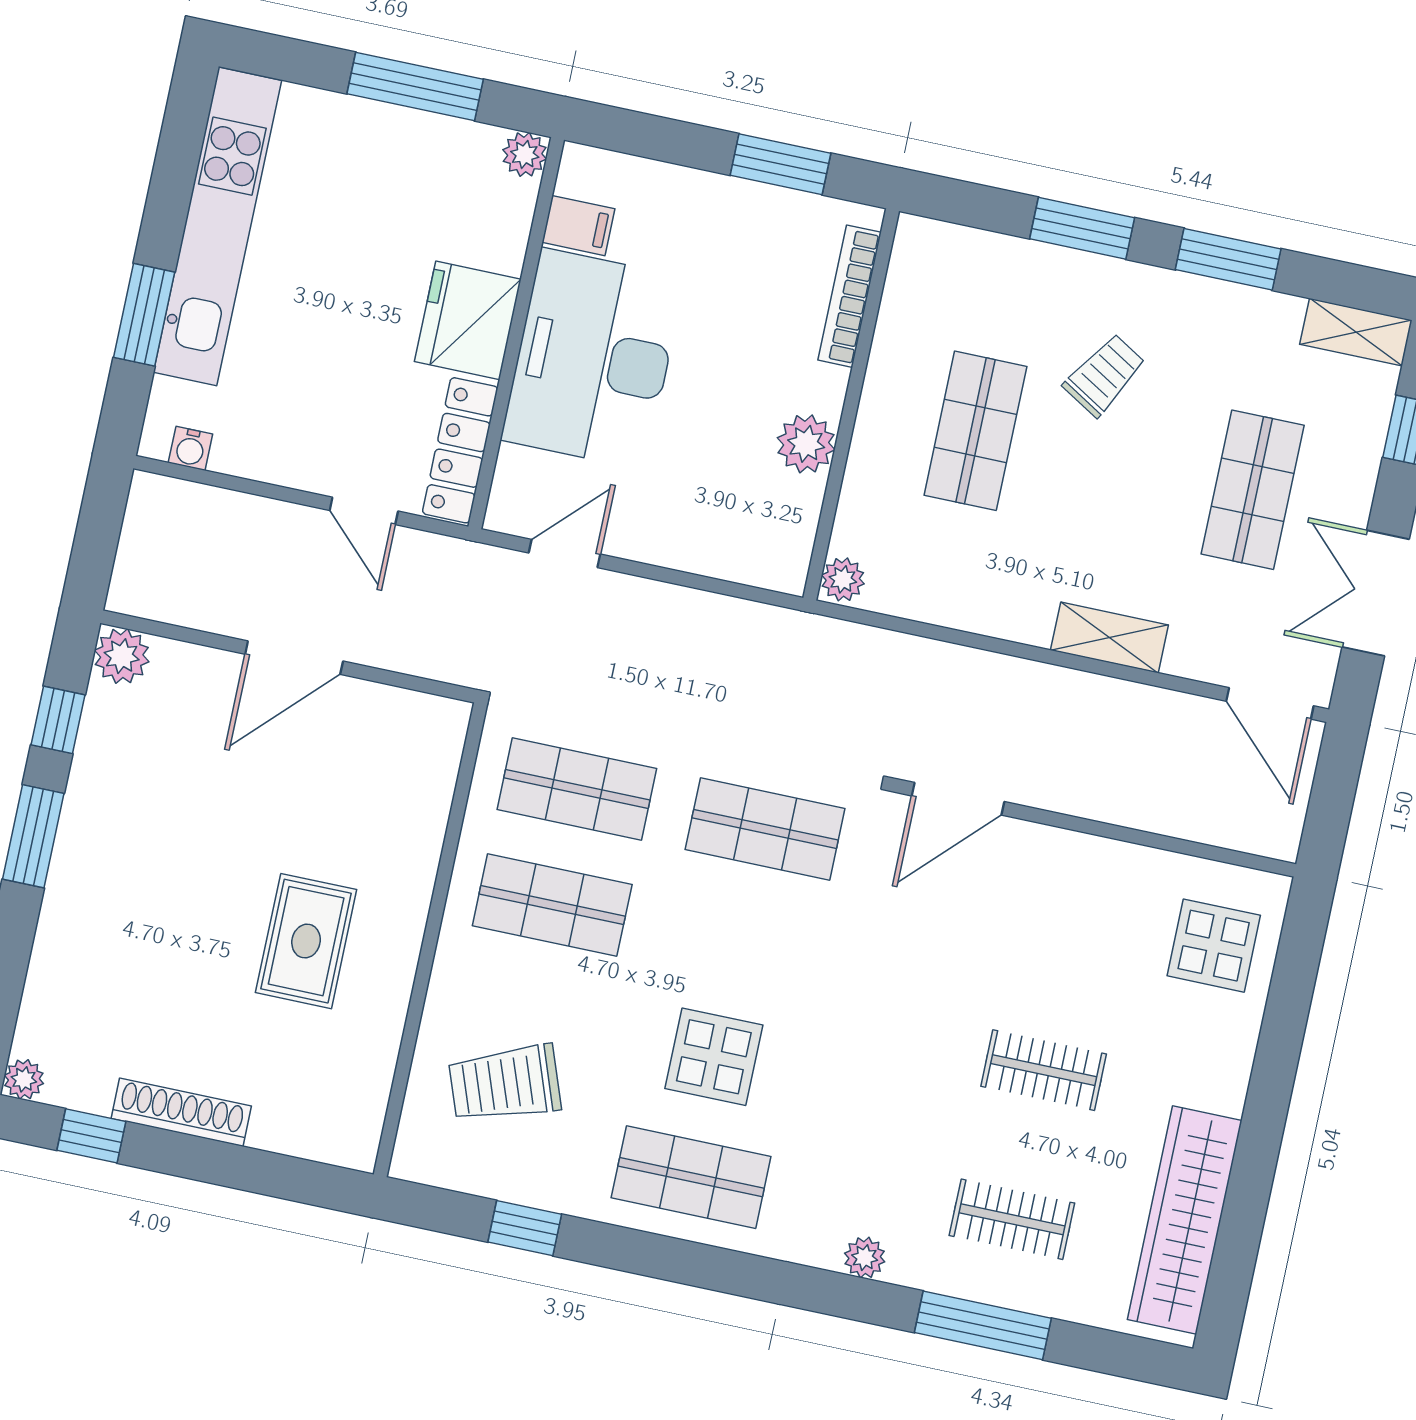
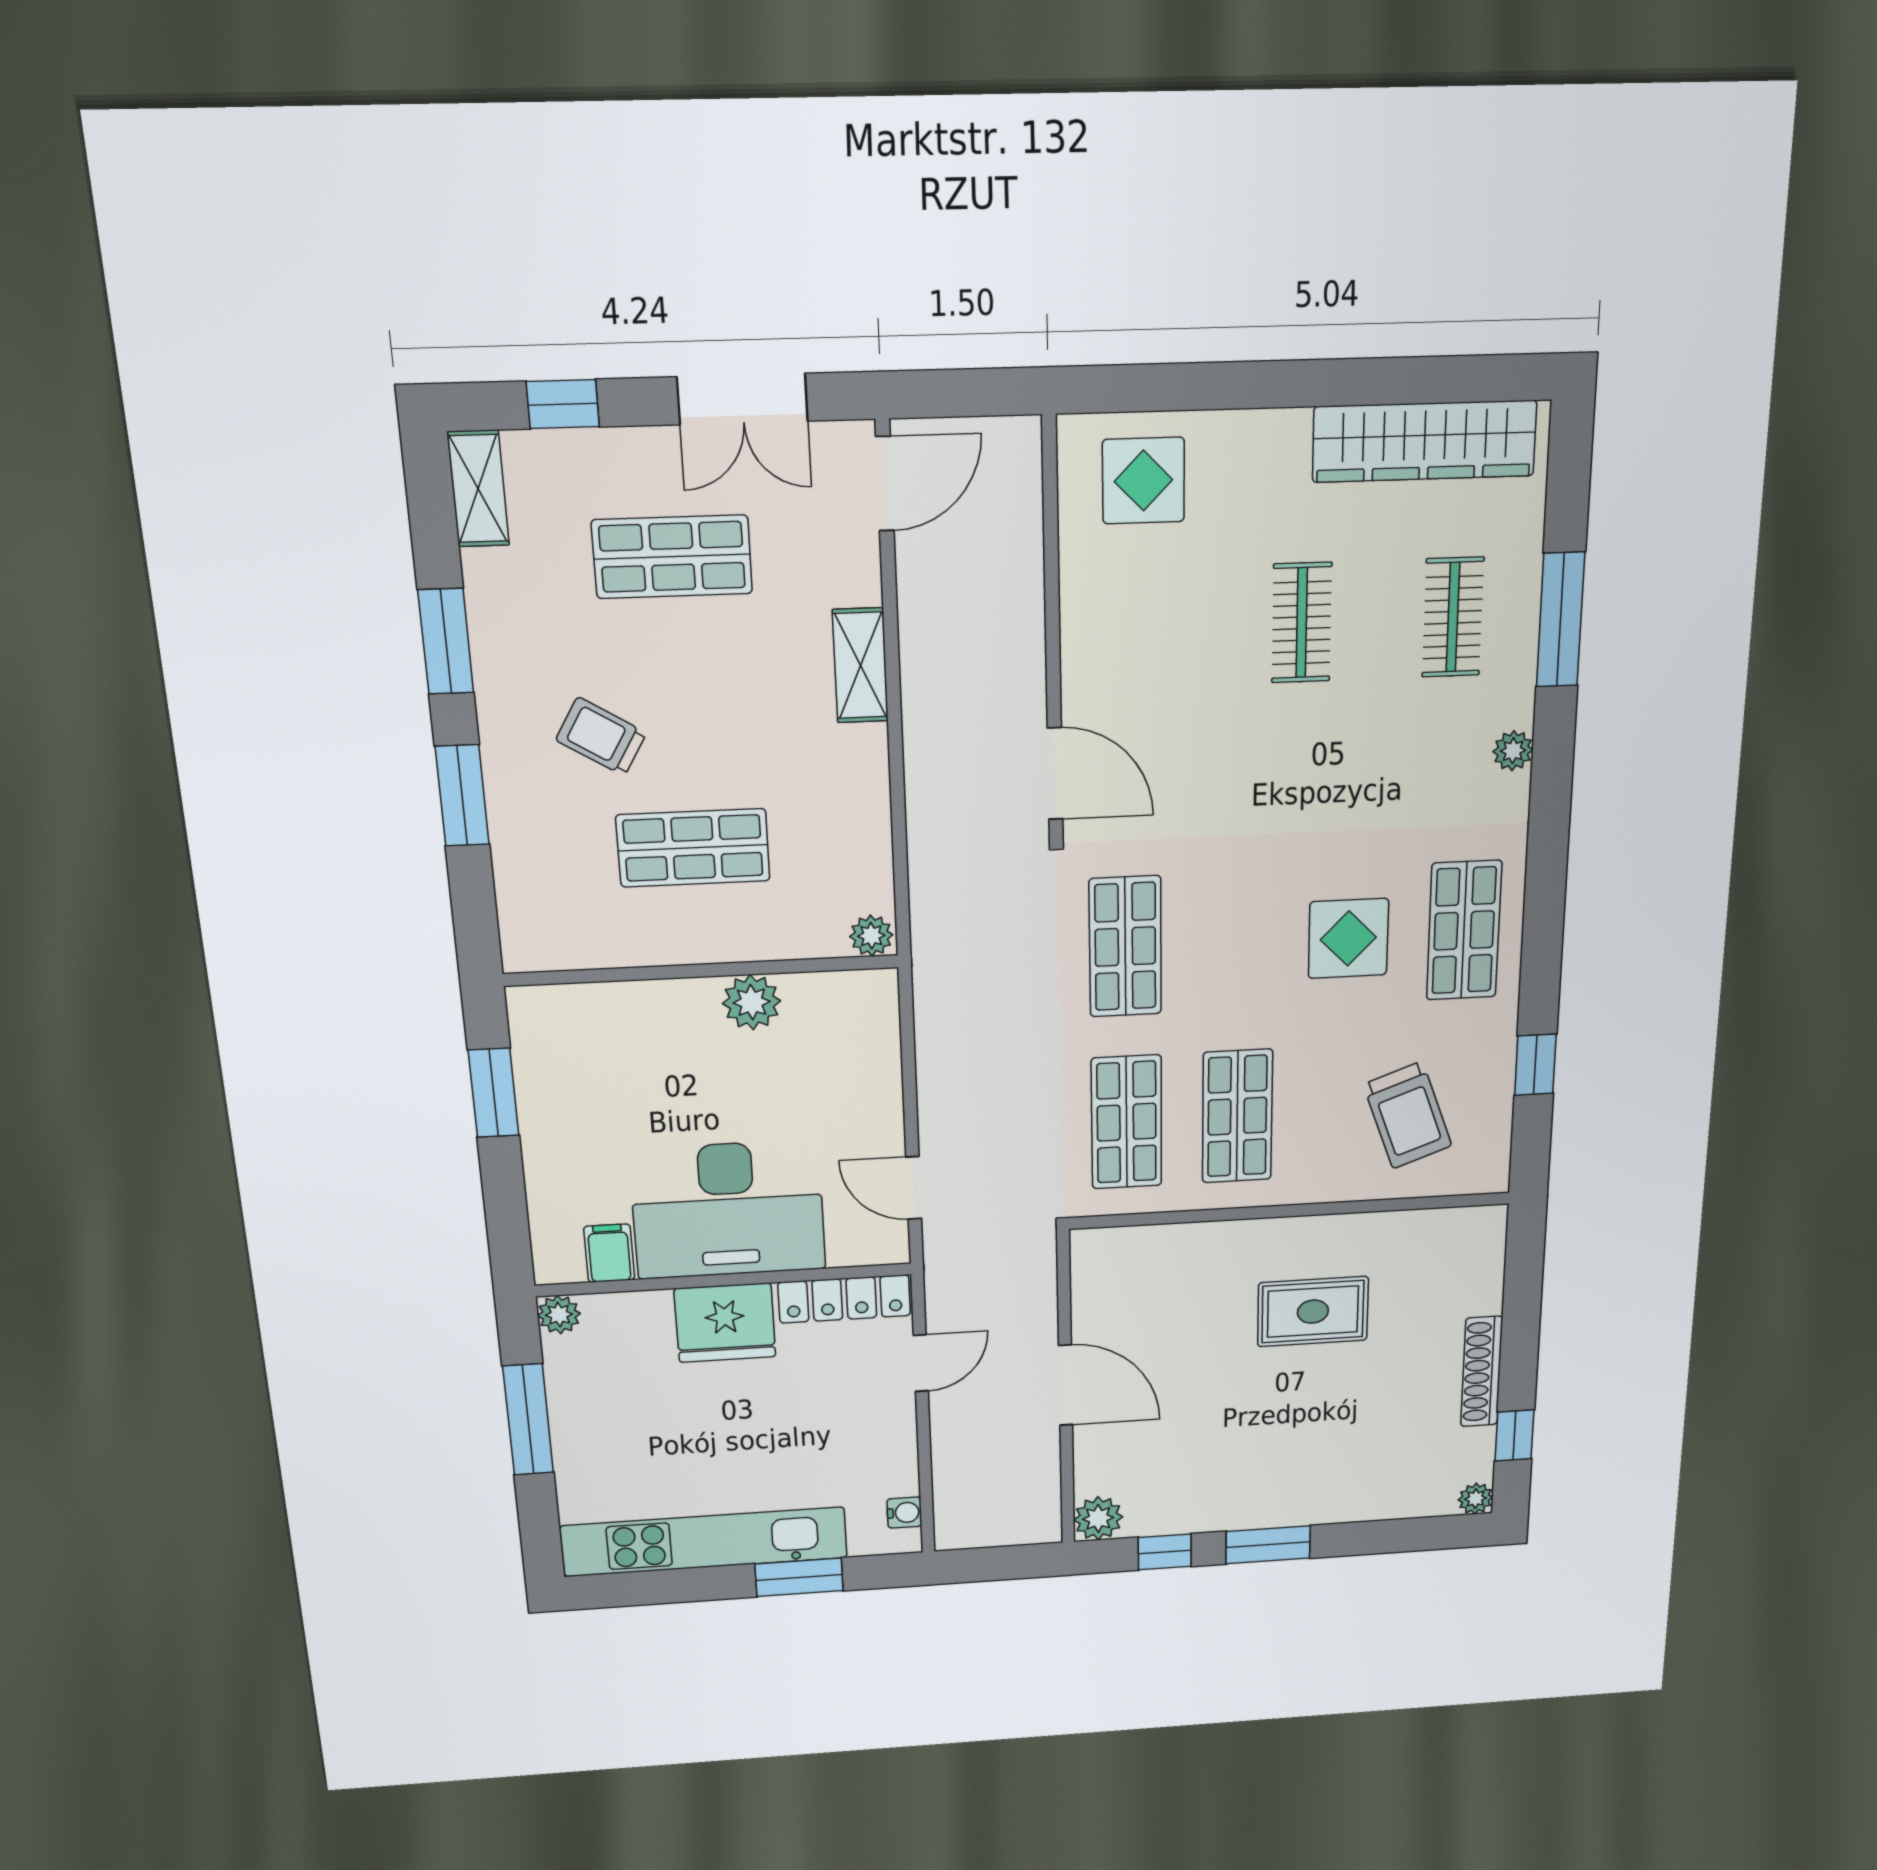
bookcase: (850, 296) -> (599, 998), removed

